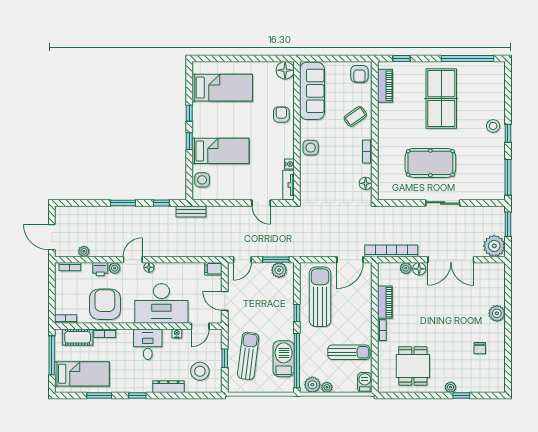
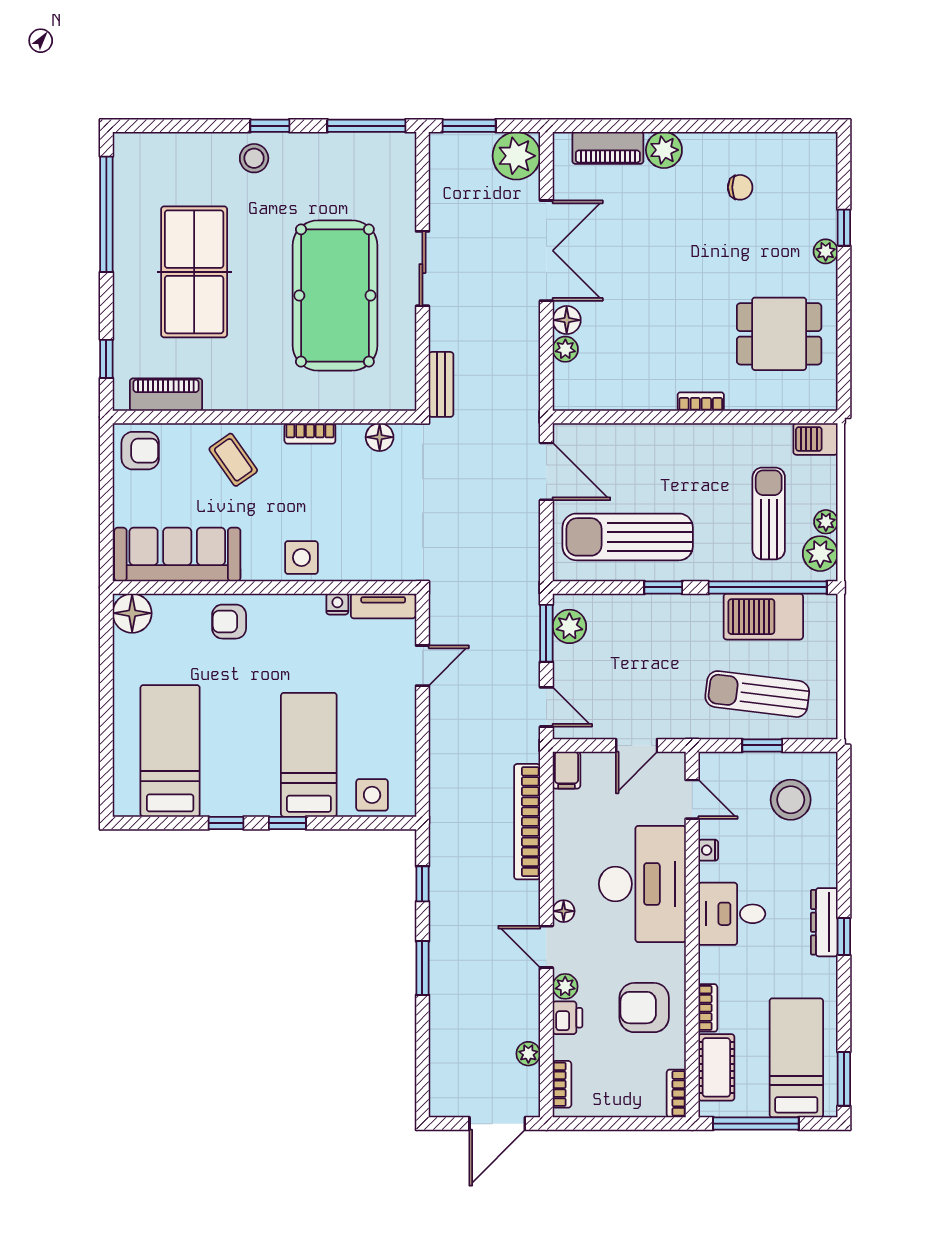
table tennis table: (441, 99) -> (194, 272), turned 90
pool table: (430, 163) -> (335, 295), width x1.36, depth x1.32
bench: (191, 211) -> (441, 384), moved
bookcase: (391, 251) -> (527, 822), moved
piano: (385, 302) -> (608, 148), moved, turned 180
armchair: (105, 304) -> (644, 1008), width x0.73, depth x0.73
sun lounger: (349, 352) -> (769, 513), moved
dresser: (168, 387) -> (824, 922), moved
window: (99, 396) -> (844, 1079), moved

